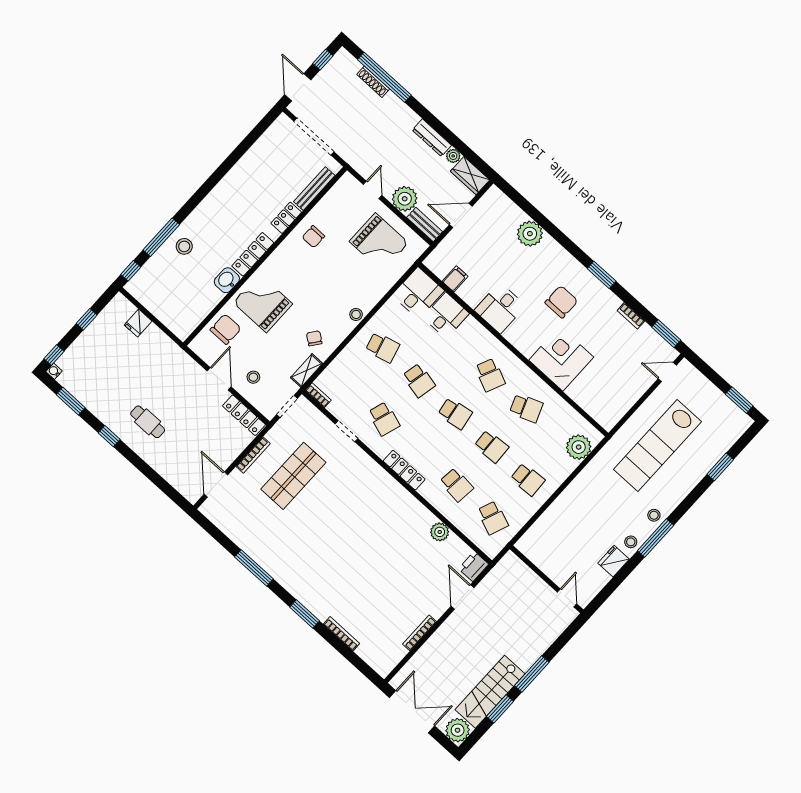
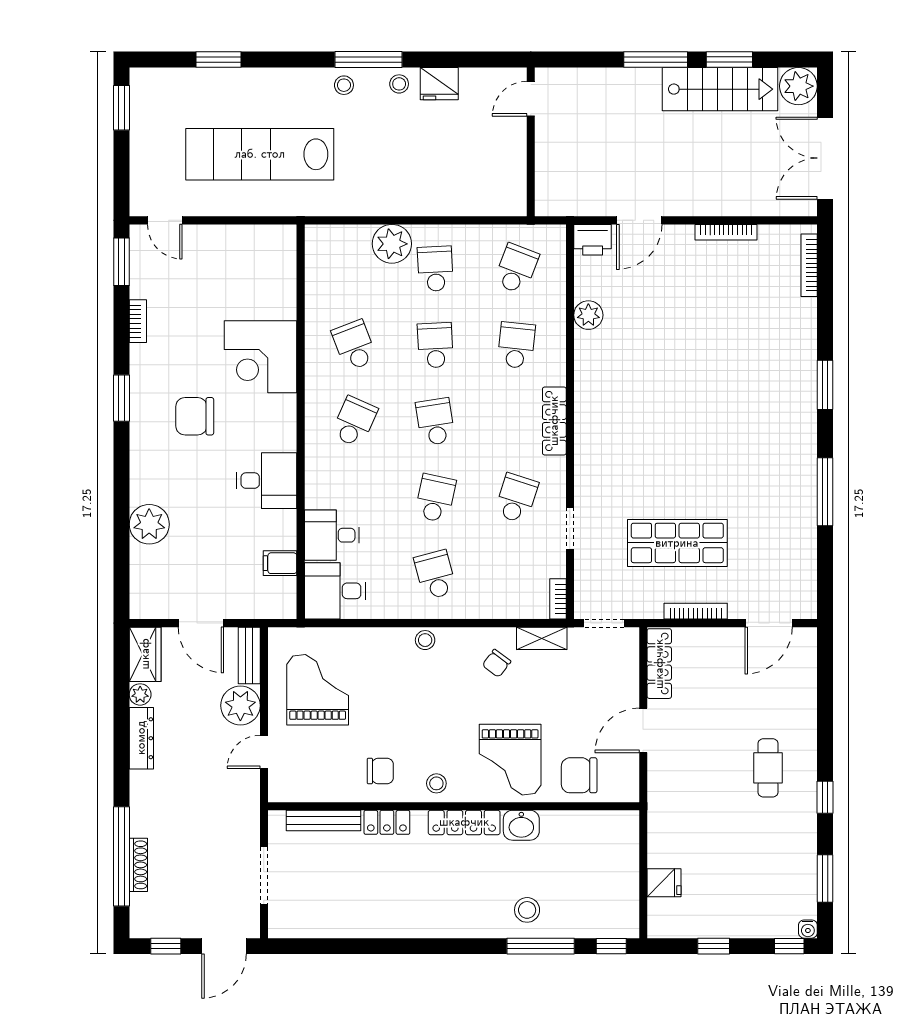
doorway: (314, 137) -> (264, 876), width x0.73
stool: (253, 377) -> (436, 783), moved
lab bench: (658, 446) -> (260, 154), turned 180
plant: (579, 447) -> (392, 244), moved
bookcase: (341, 634) -> (809, 265), moved

